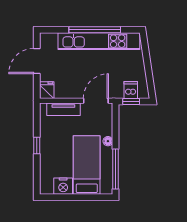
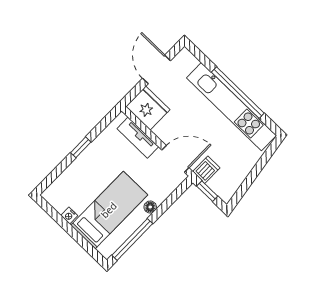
door: (37, 61) -> (157, 69), hinge flipped
fridge: (47, 90) -> (148, 108), width x1.88, depth x1.34
dishwasher: (131, 90) -> (206, 170), moved
nightstand: (63, 186) -> (69, 216), width x0.53, depth x0.56

